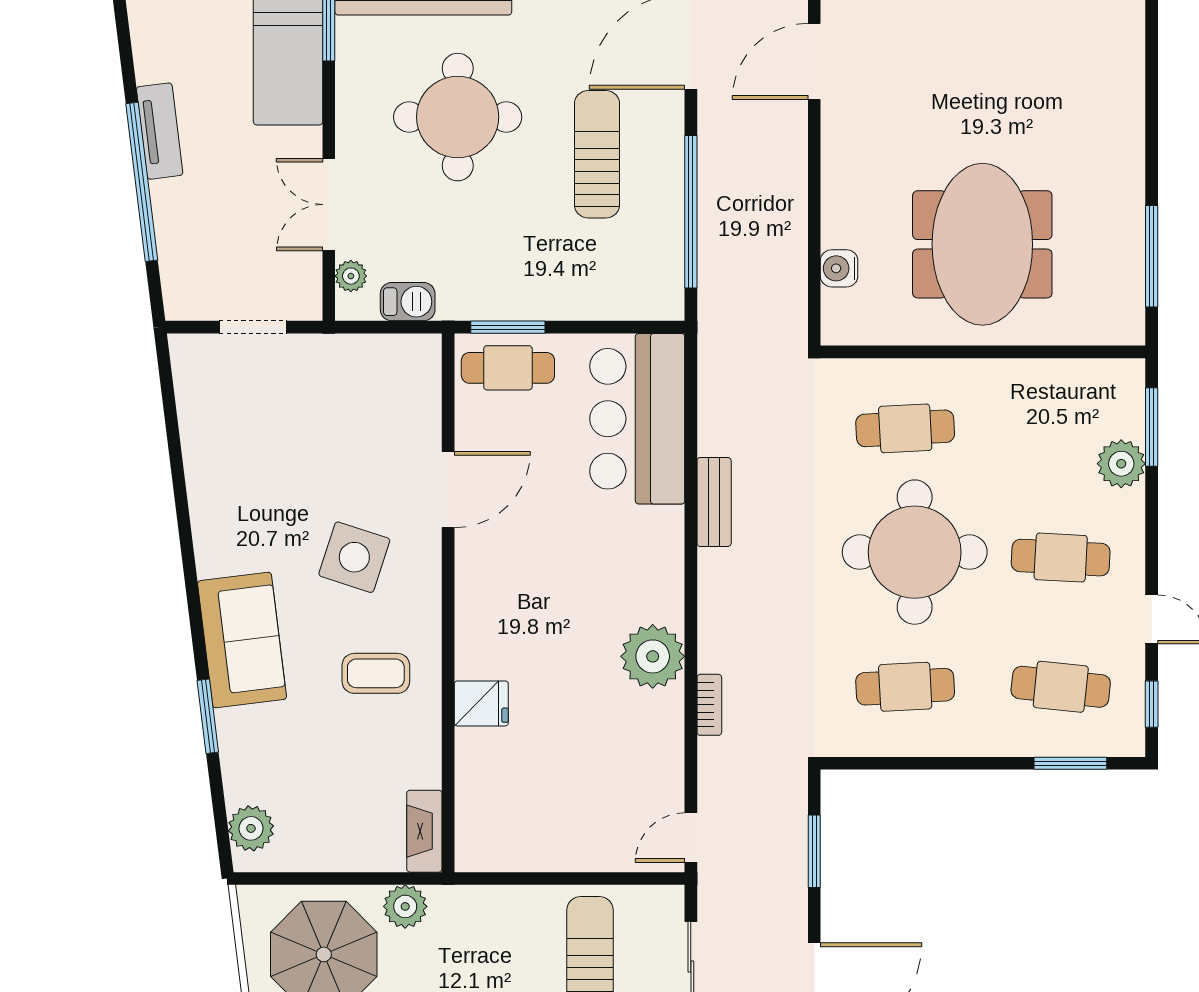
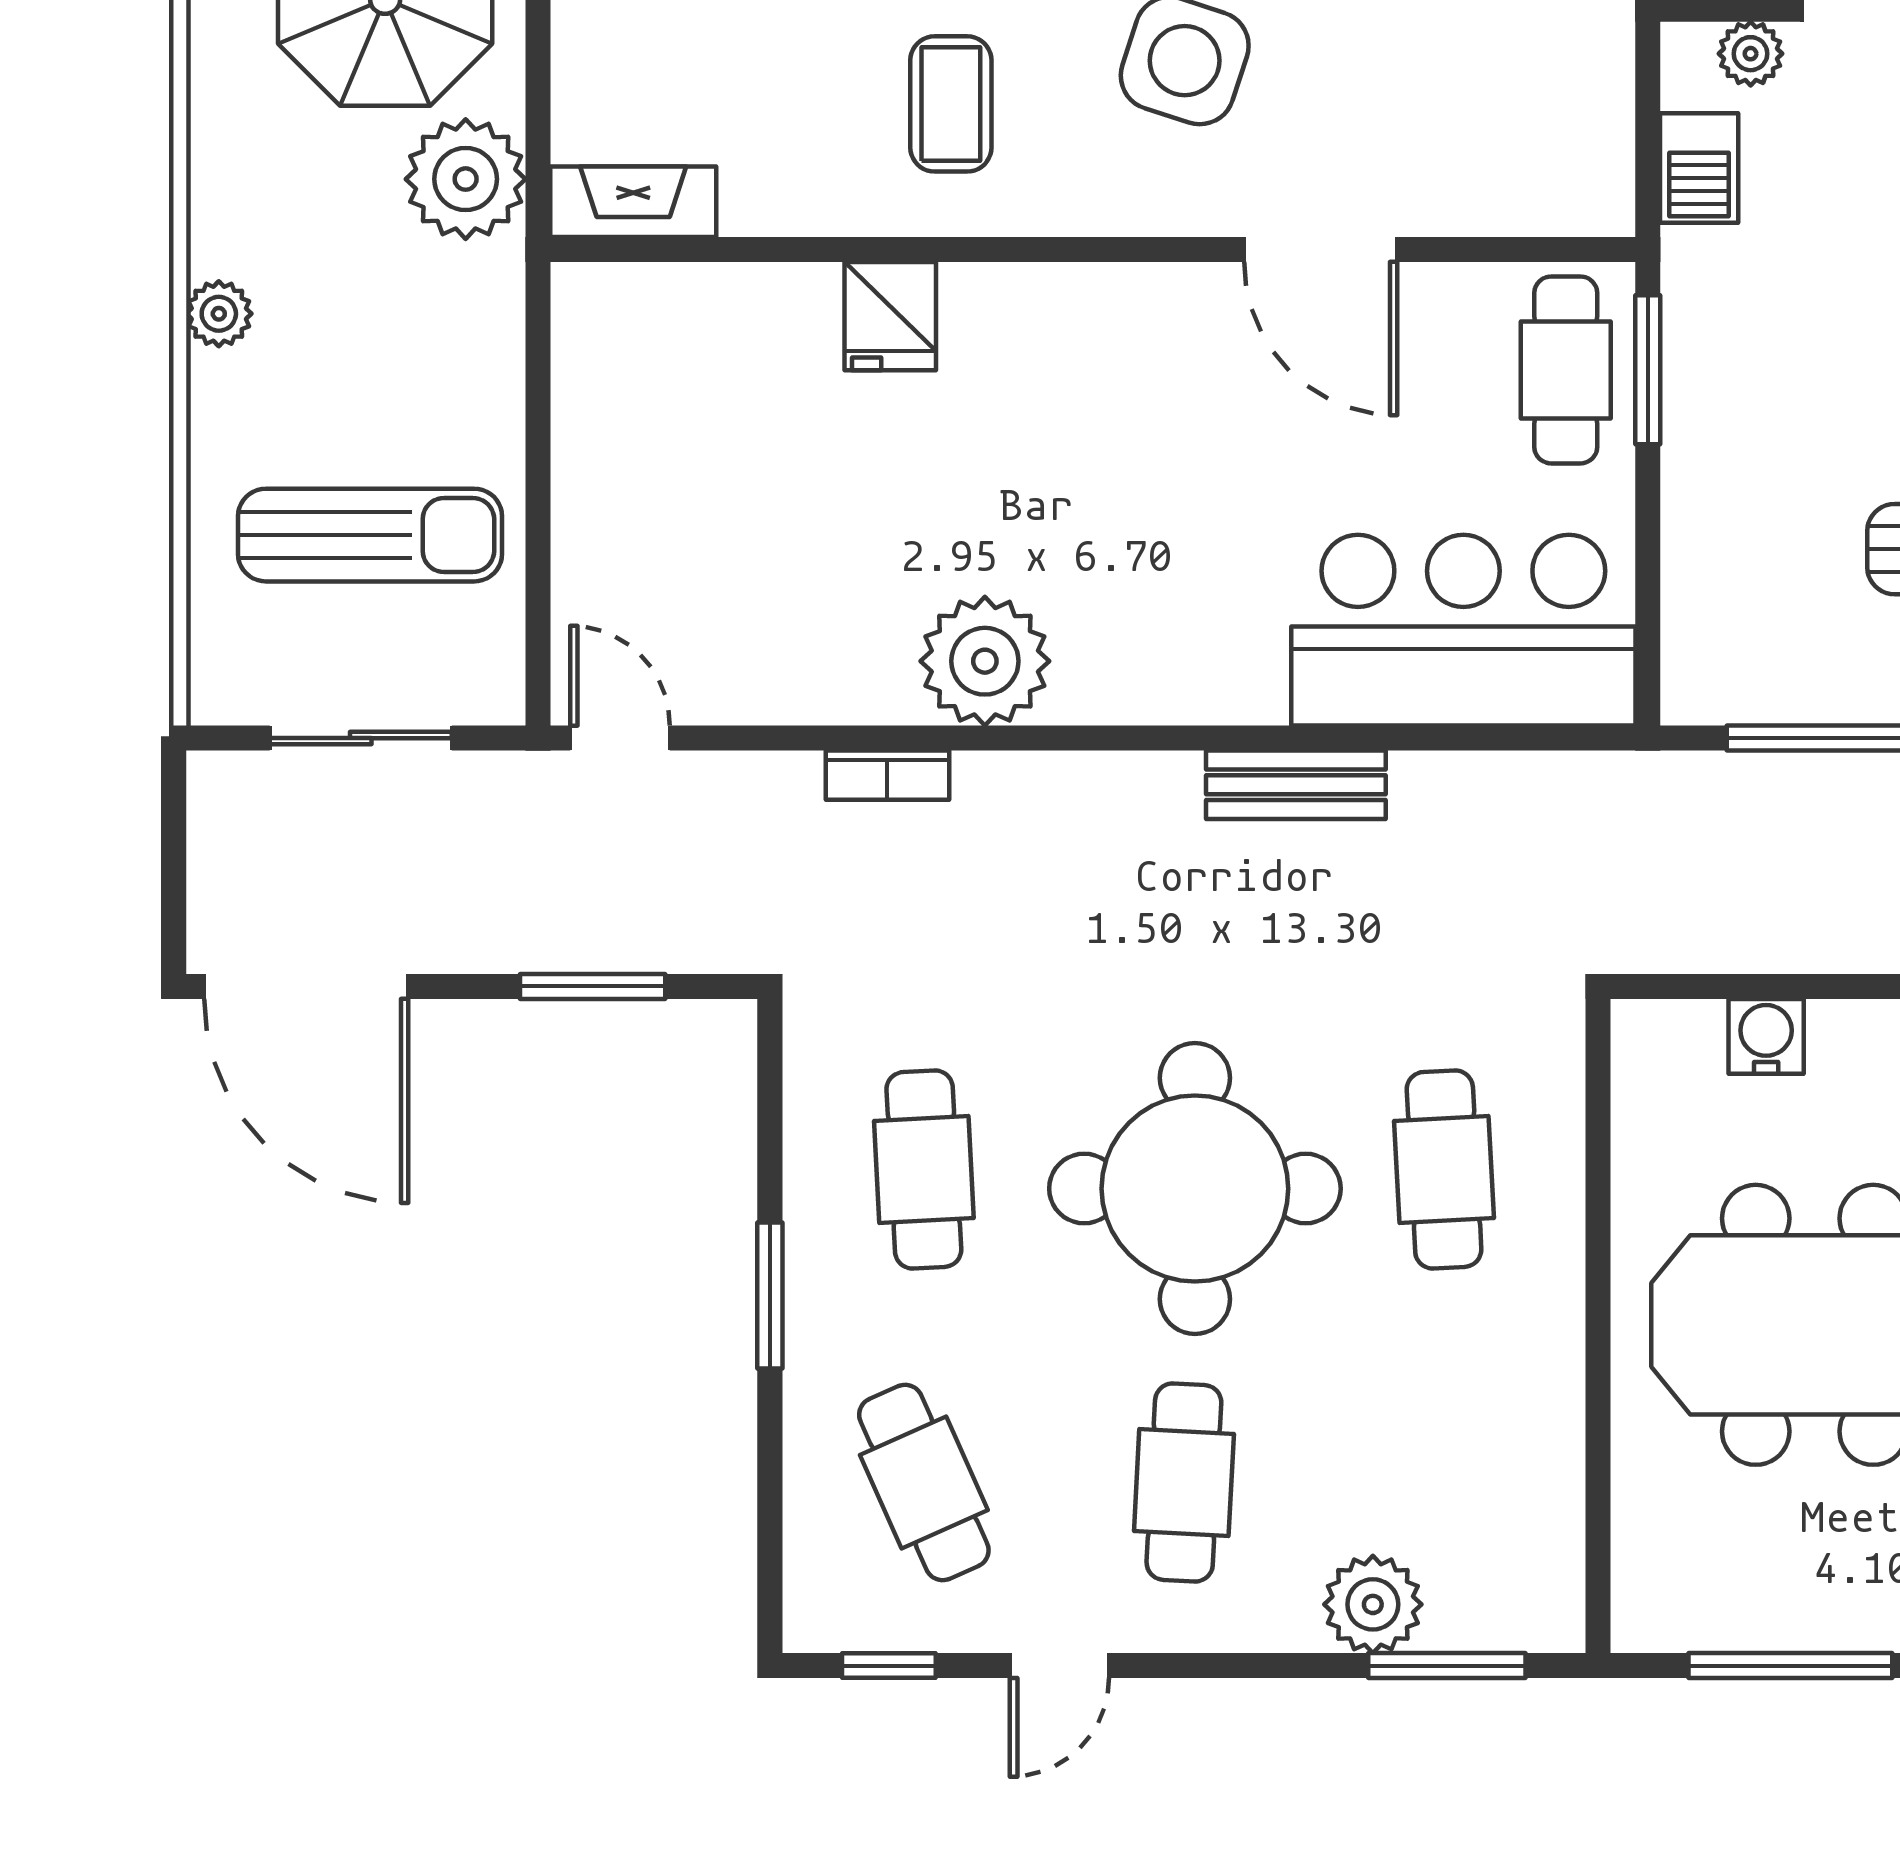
cafe table: (1061, 687) -> (924, 1483), turned -30
window: (1070, 763) -> (770, 1295), moved
plant: (405, 906) -> (466, 179), width x1.36, depth x1.36

